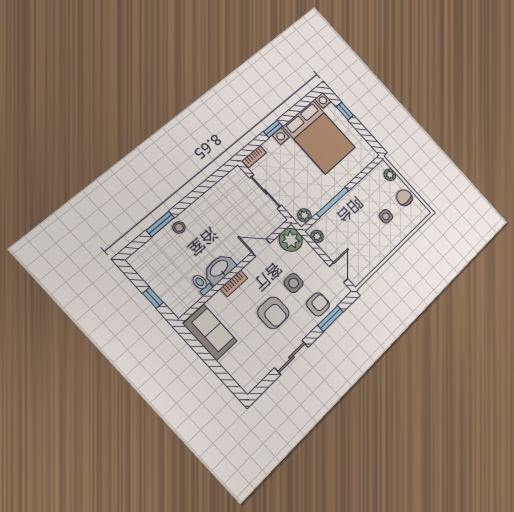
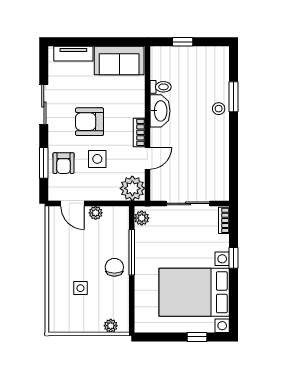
chair: (404, 198) -> (114, 267), moved, turned -90
plant: (317, 236) -> (96, 213), moved
bookcase: (234, 283) -> (139, 132), moved
tv unit: (236, 371) -> (73, 54), added

